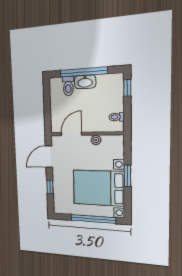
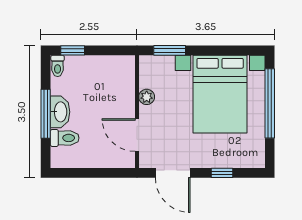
window: (84, 72) -> (46, 114), width x0.68
toilet: (117, 117) -> (58, 66), moved
window: (128, 176) -> (170, 50), moved

